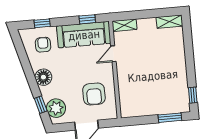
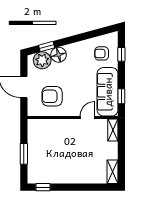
armchair: (43, 45) -> (102, 53), turned 180
door: (113, 54) -> (88, 118), hinge flipped
floor lamp: (43, 77) -> (59, 55), moved
window: (170, 118) -> (24, 154), moved

